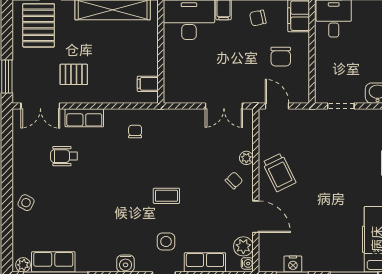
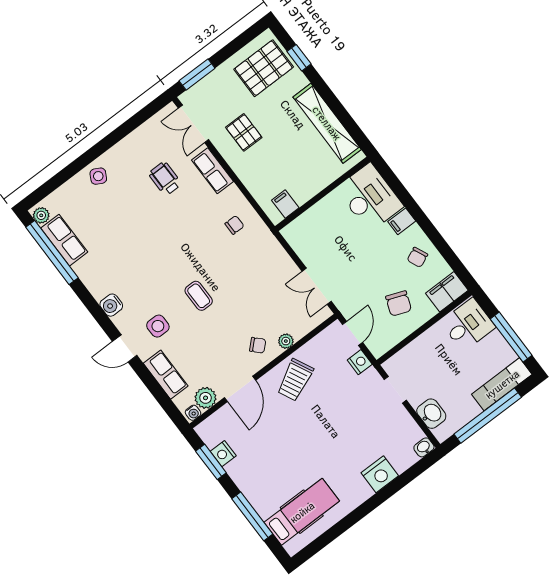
chair: (258, 18) -> (417, 257), turned -102
chair: (281, 57) -> (399, 303), turned -69
nightstand: (302, 116) -> (360, 362), added

